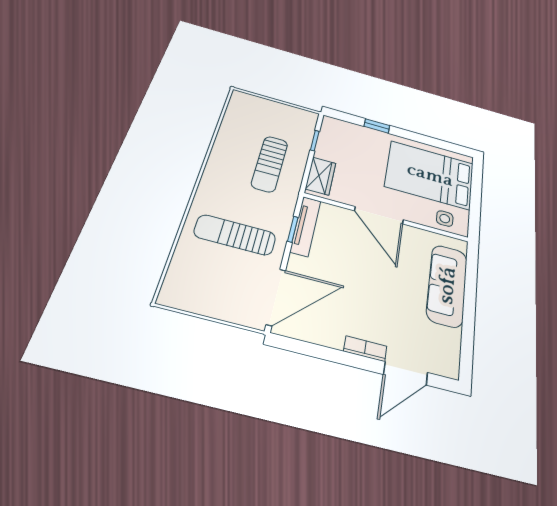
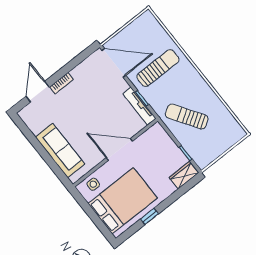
window: (377, 126) -> (150, 216), moved
sun lounger: (270, 164) -> (187, 117), turned -33
wardrobe: (321, 176) -> (184, 175), moved, turned 90
door: (276, 297) -> (114, 63), swing flipped

